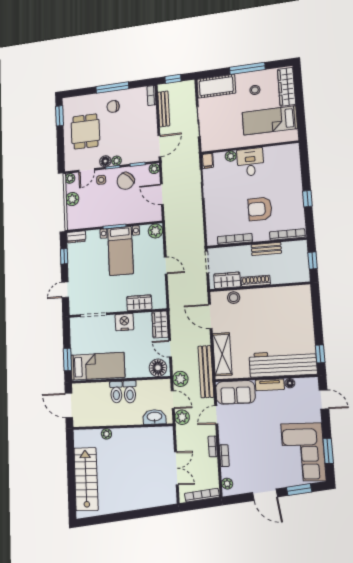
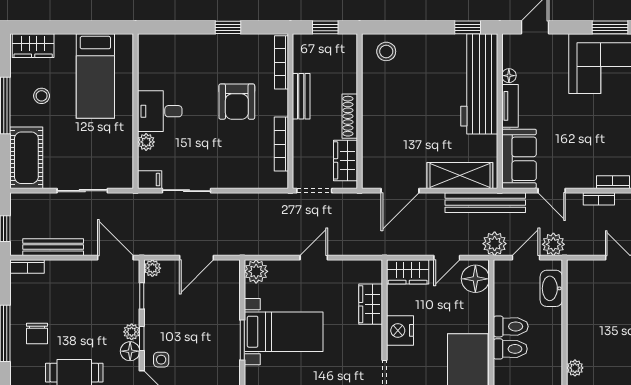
wardrobe: (286, 87) -> (33, 46), width x0.67
chair: (126, 181) -> (168, 318), removed
stool: (234, 298) -> (386, 51), moved

